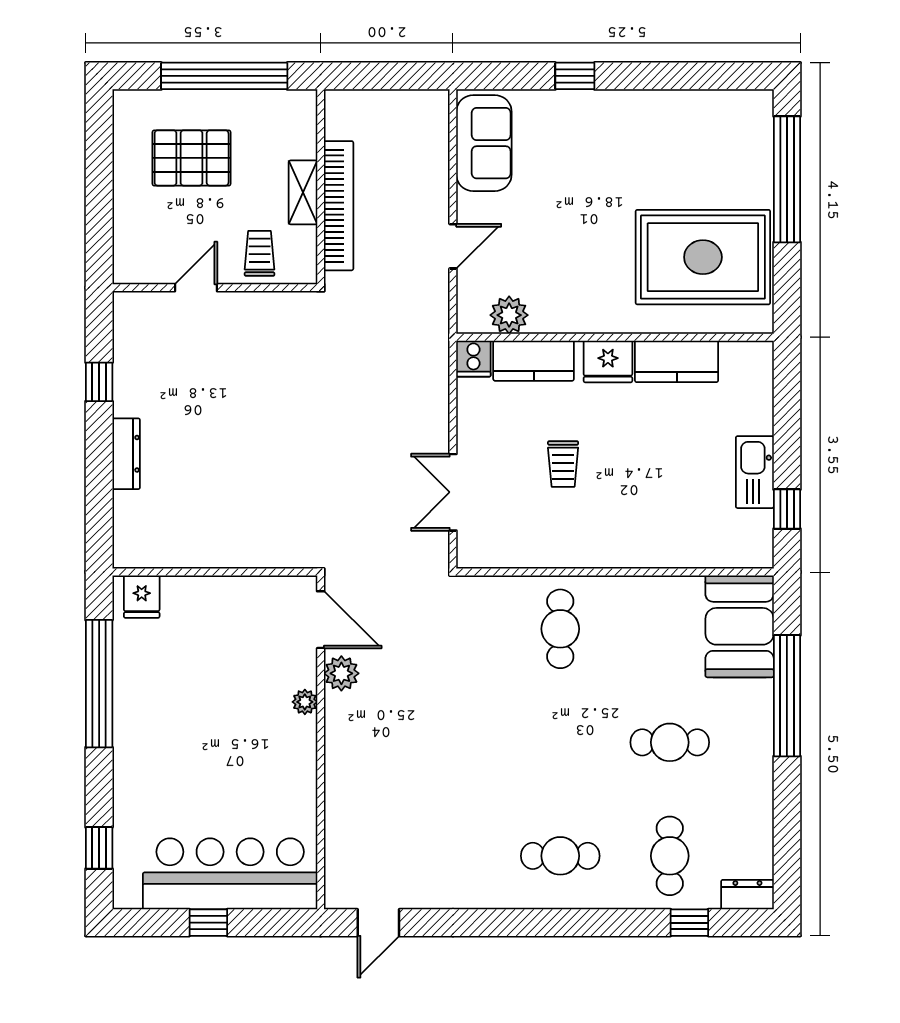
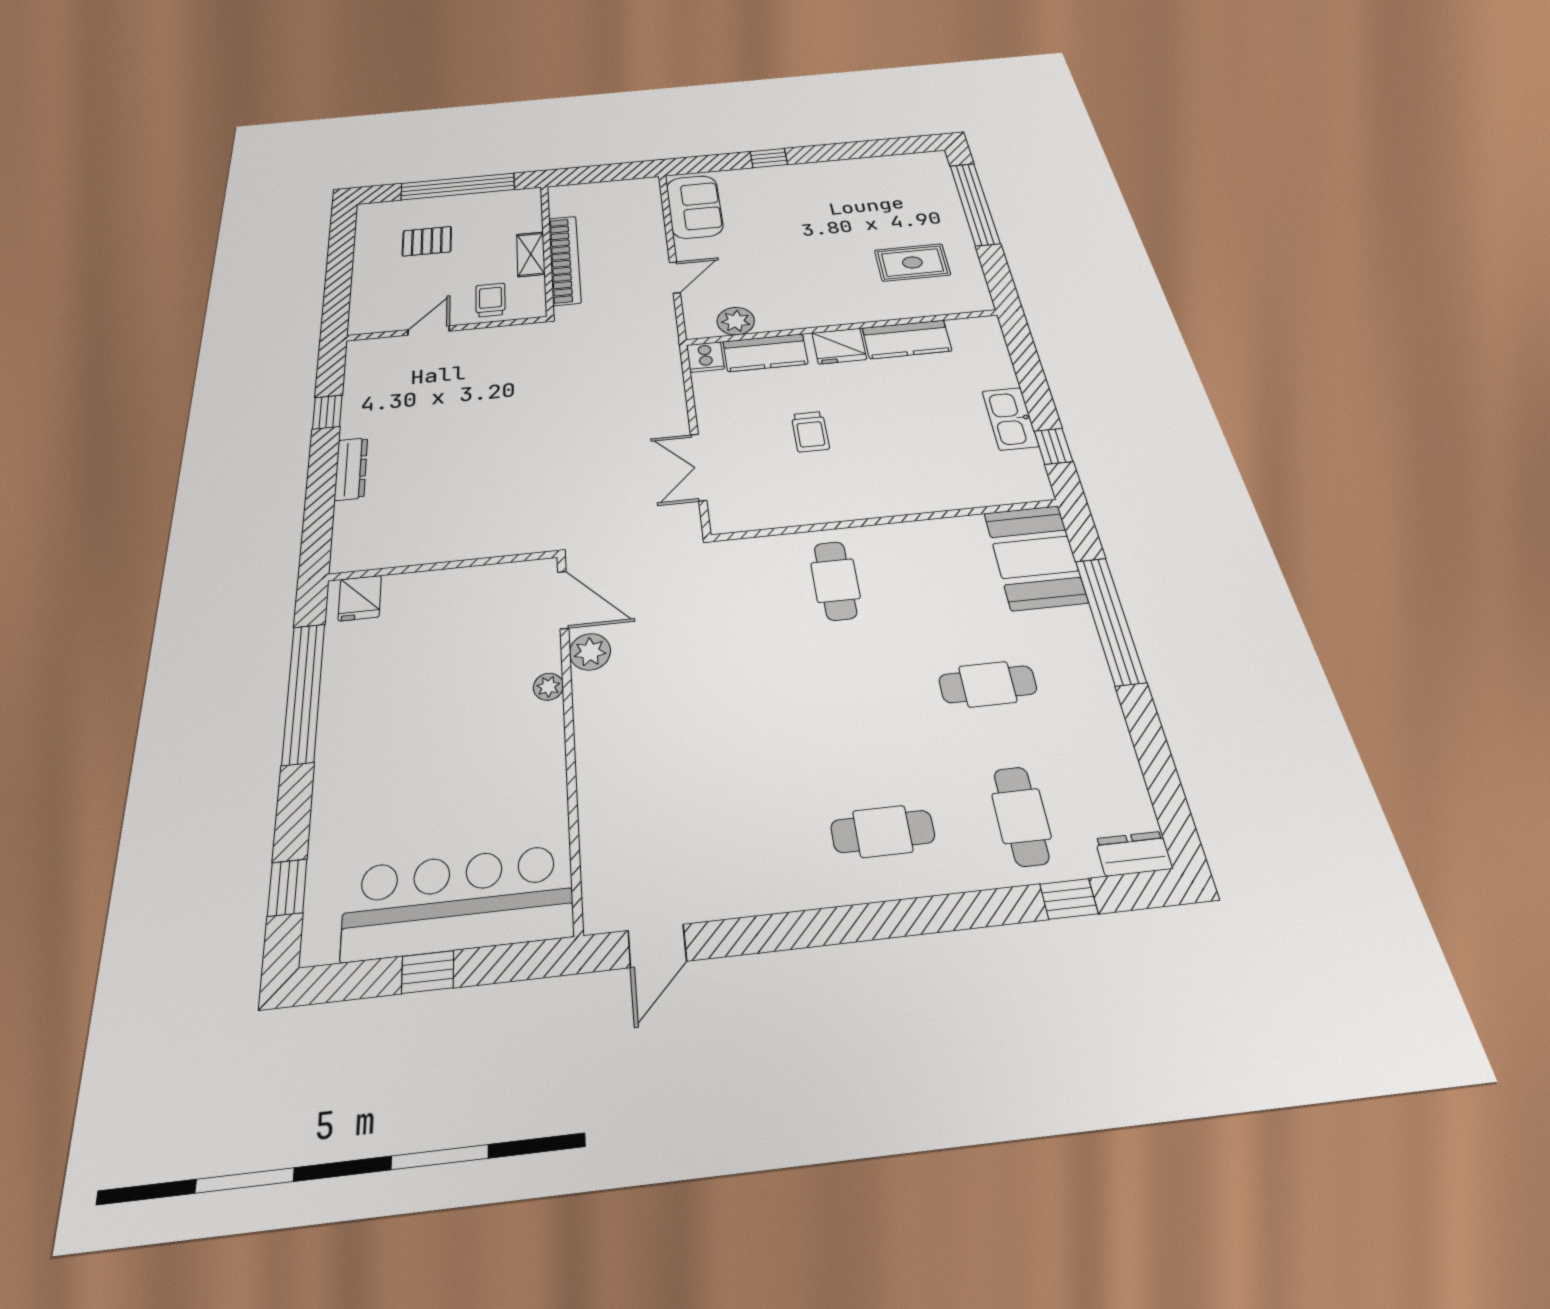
pallet: (192, 158) -> (427, 241), width x0.67, depth x0.71
rug: (703, 257) -> (912, 262), width x0.54, depth x0.49

